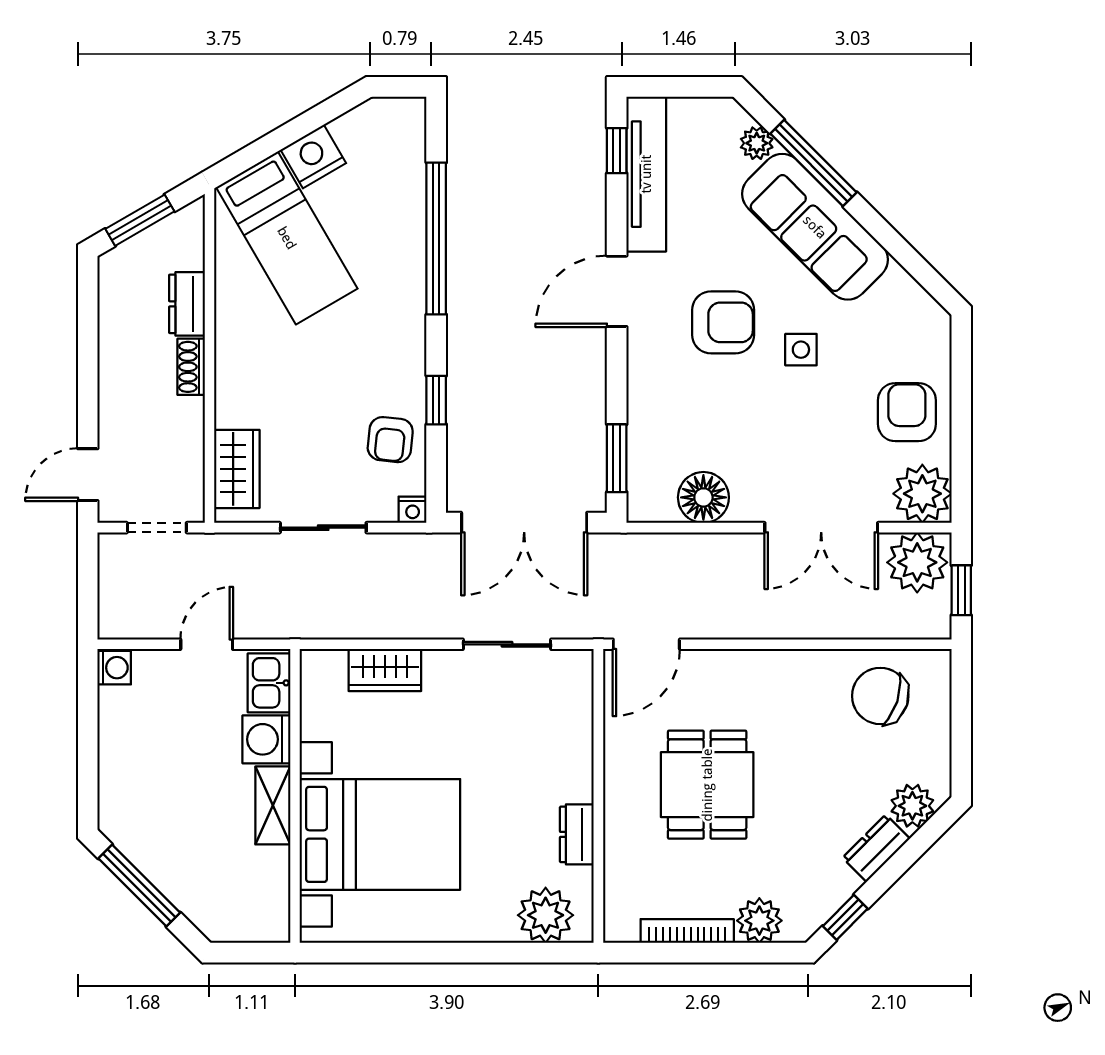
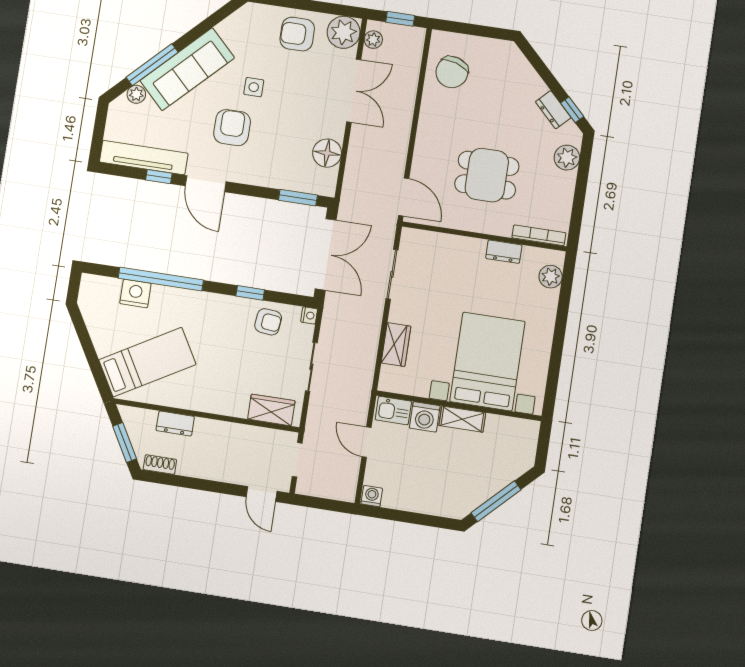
window: (617, 151) -> (159, 177), moved
nightstand: (313, 156) -> (135, 293), moved, turned 120
shoe rack: (191, 367) -> (160, 465), moved, turned 180
plant: (917, 562) -> (373, 40), width x0.53, depth x0.53
plant: (912, 806) -> (516, 63), removed
dresser: (876, 848) -> (553, 110), moved
plant: (546, 915) -> (551, 277), width x0.73, depth x0.73
bookcase: (687, 931) -> (539, 235), moved, turned 90

